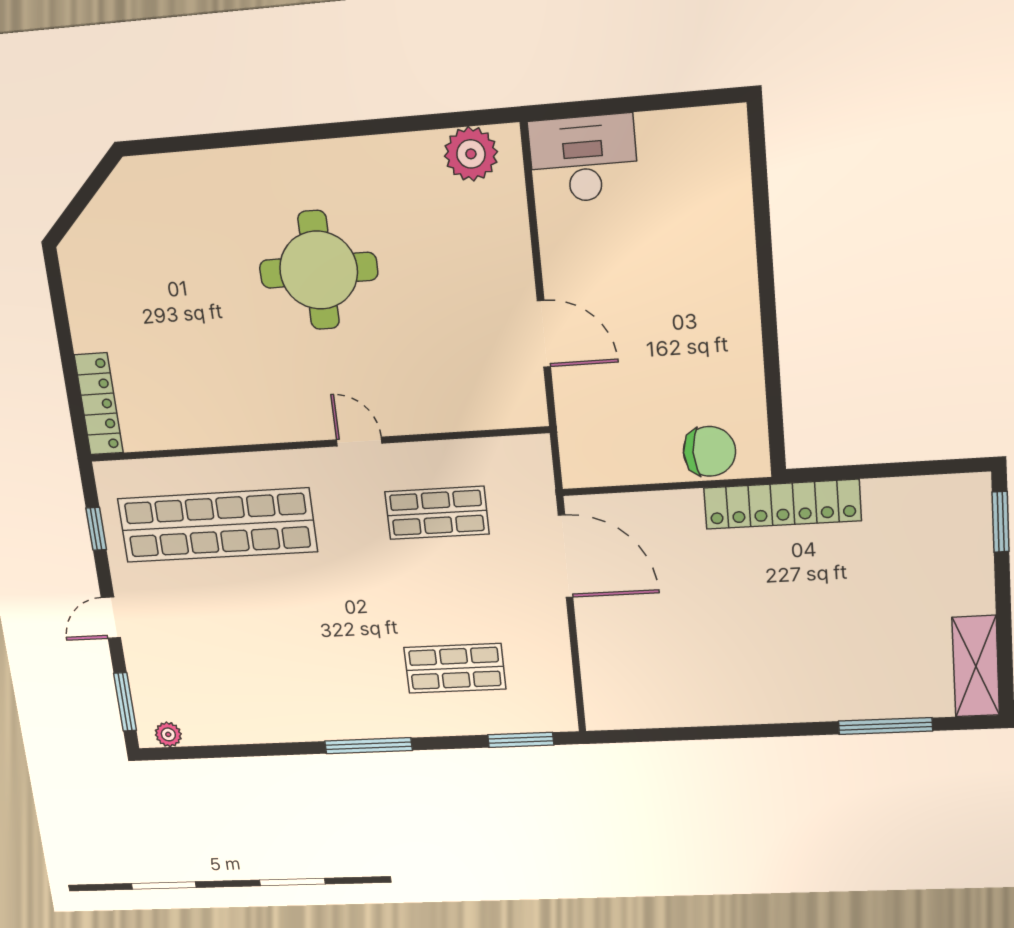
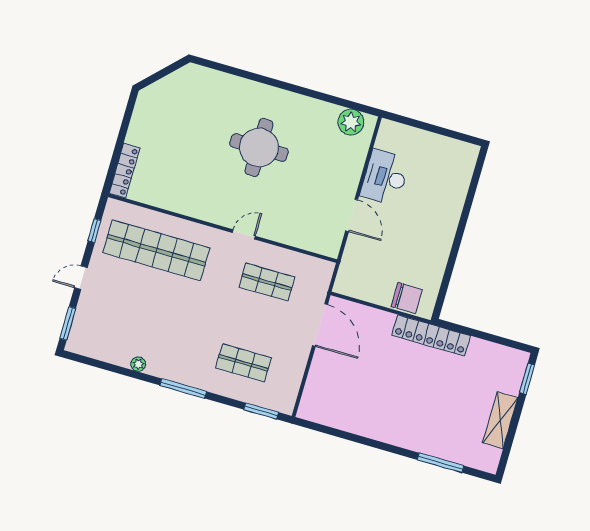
desk: (583, 159) -> (385, 177), moved, turned -90
door: (359, 441) -> (244, 234), hinge flipped
shelving: (976, 666) -> (500, 420), moved
plant: (168, 734) -> (138, 364), moved

